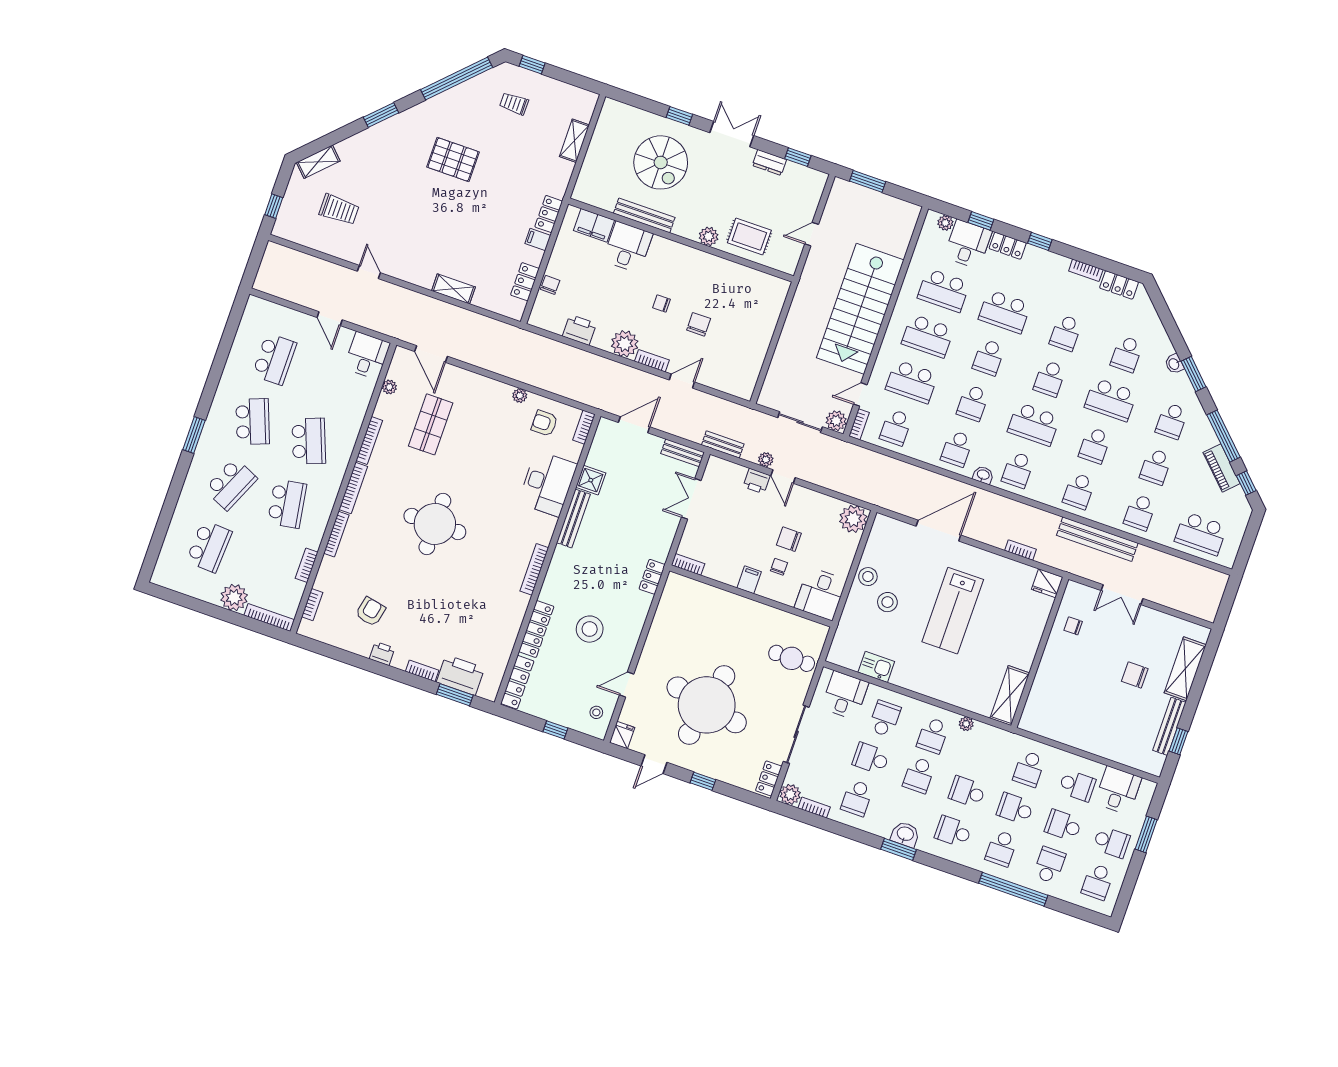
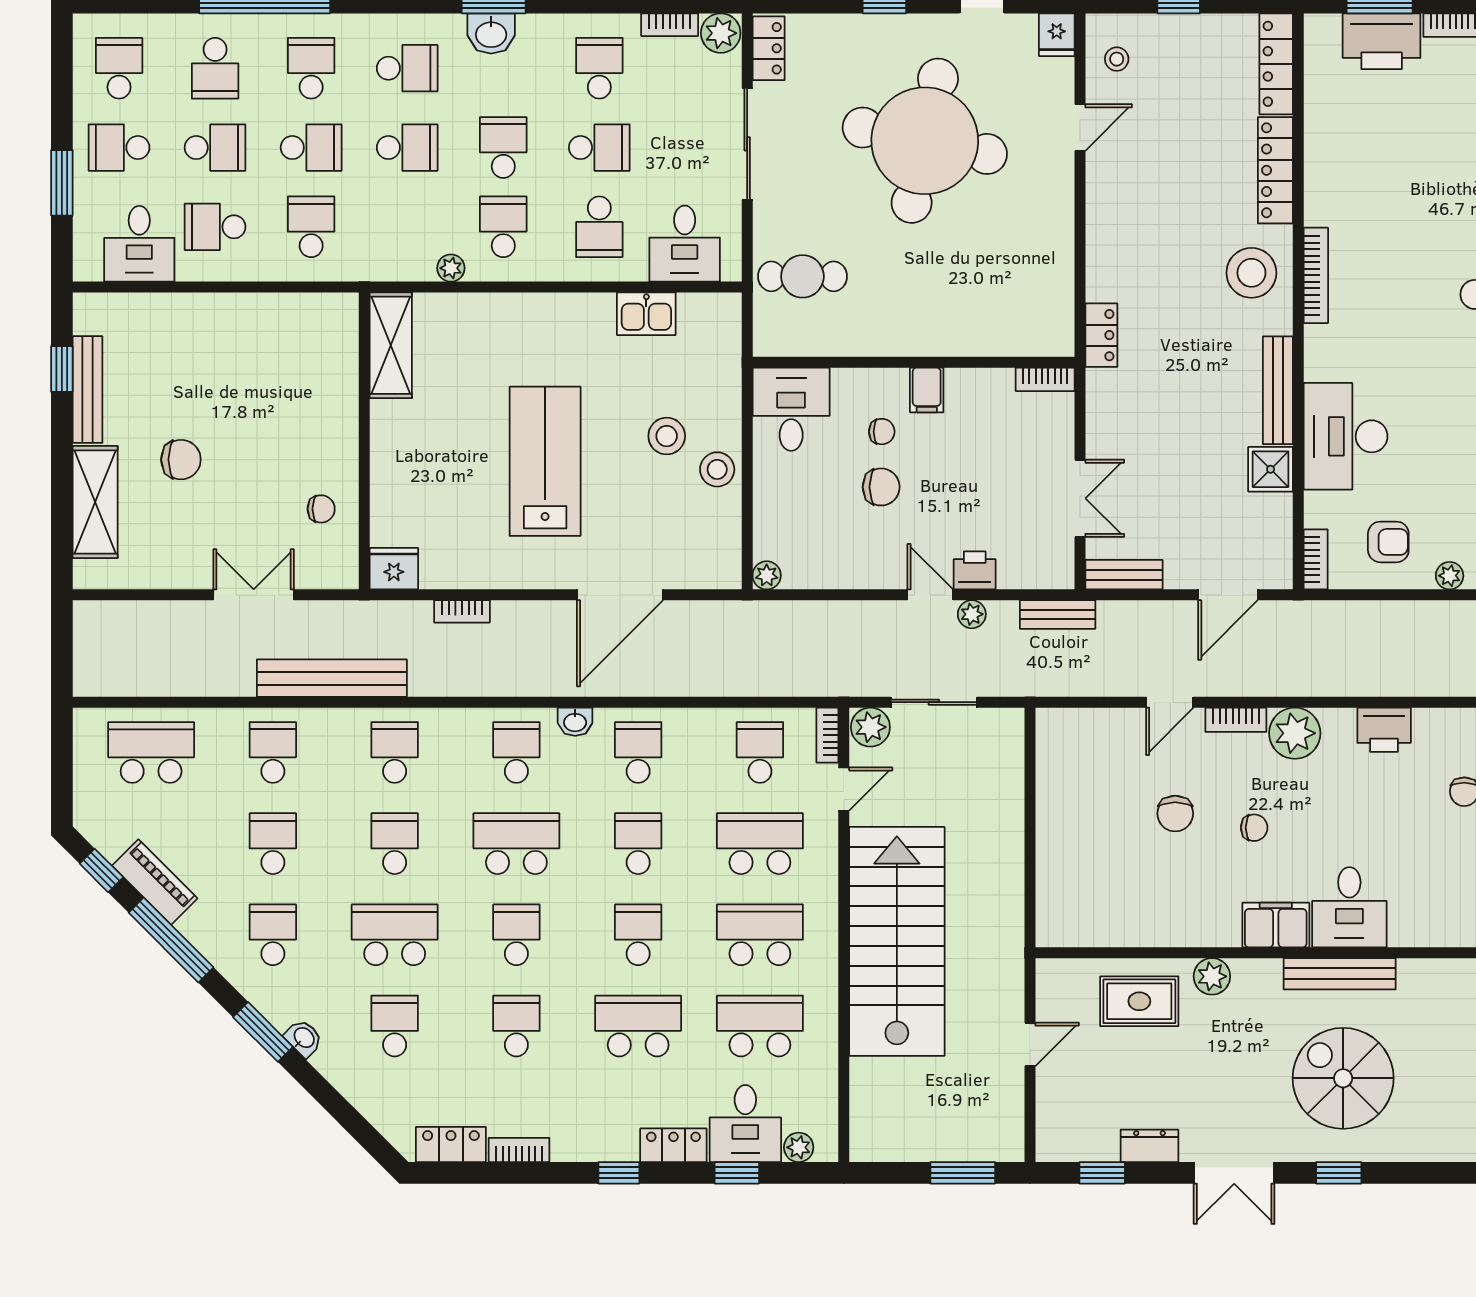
filing cabinet: (594, 225) -> (1276, 925), moved
plant: (853, 519) -> (767, 575), width x0.53, depth x0.53
chair: (779, 567) -> (882, 432), turned -90
stool: (590, 629) -> (1251, 273), moved

